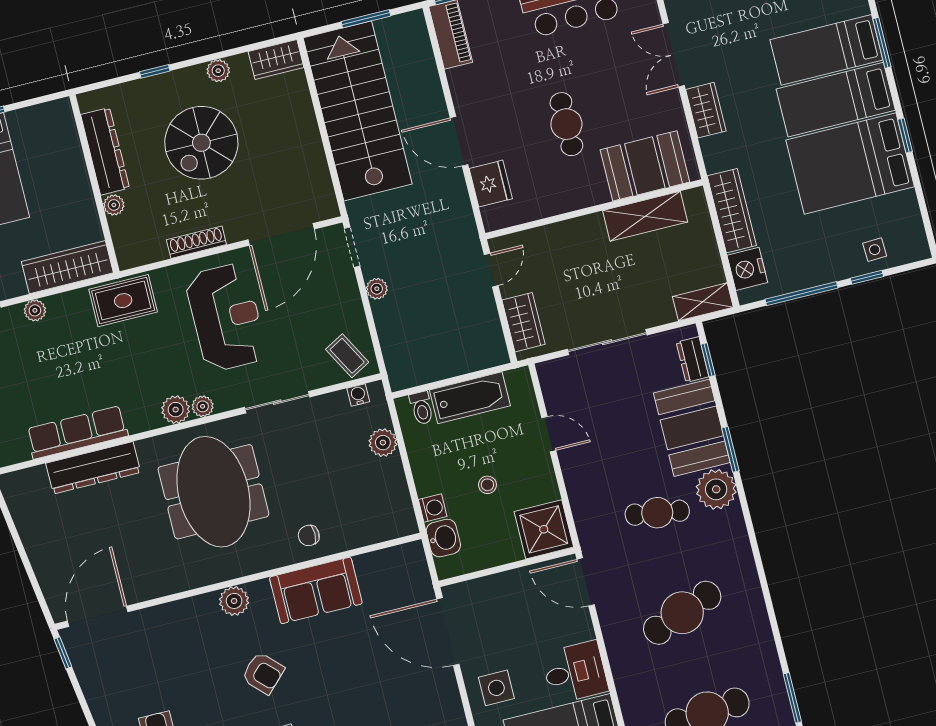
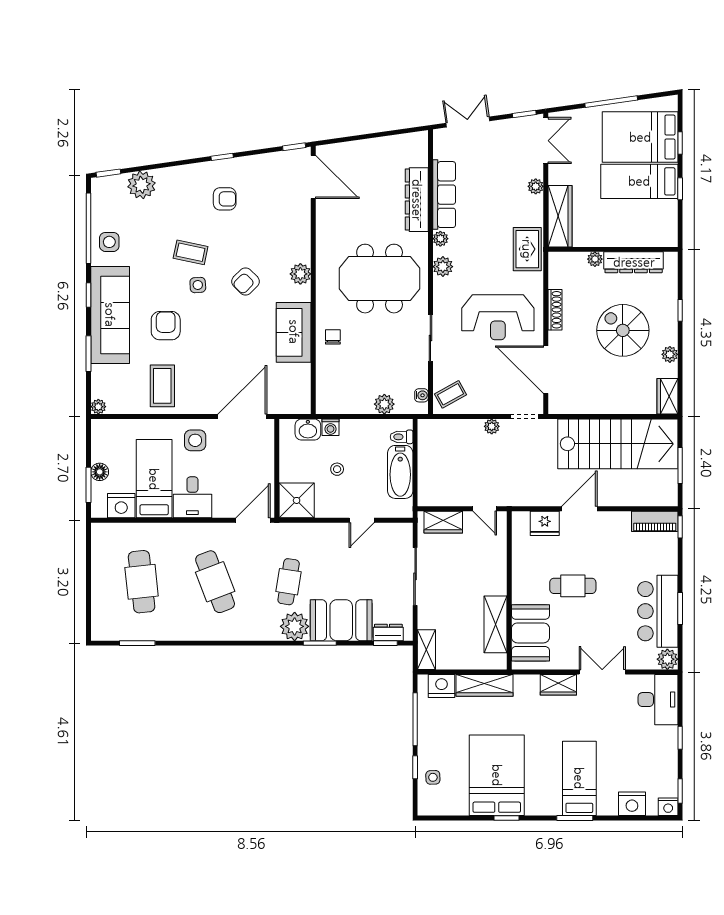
bed: (836, 100) -> (543, 776), removed
plant: (203, 406) -> (440, 239), moved

